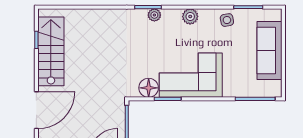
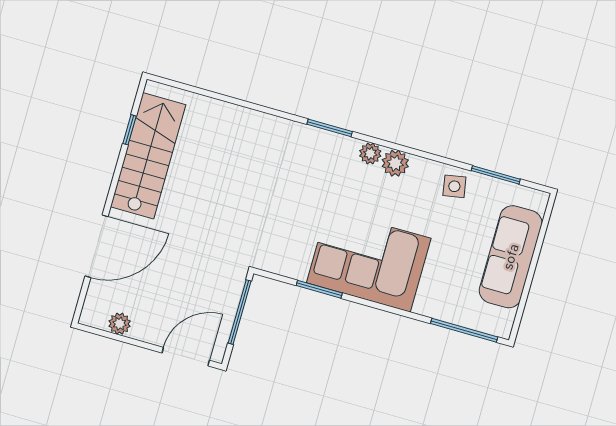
plant: (154, 15) -> (370, 153), moved
floor lamp: (149, 88) -> (293, 262), removed

